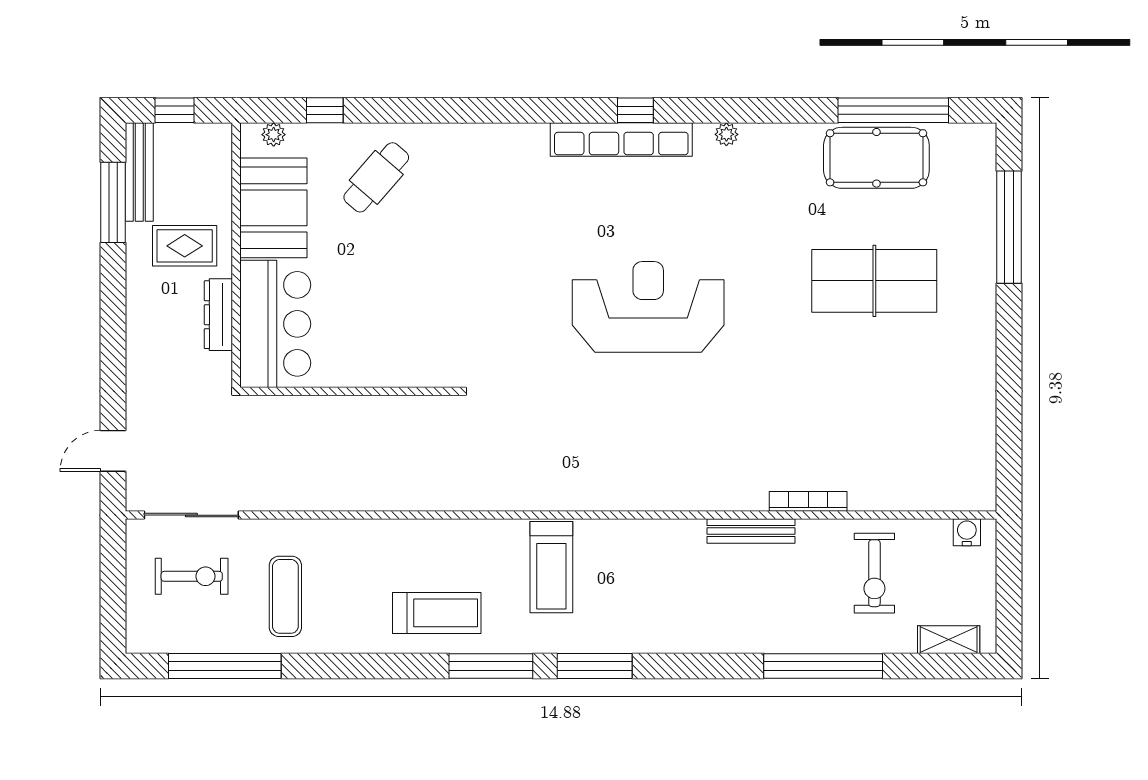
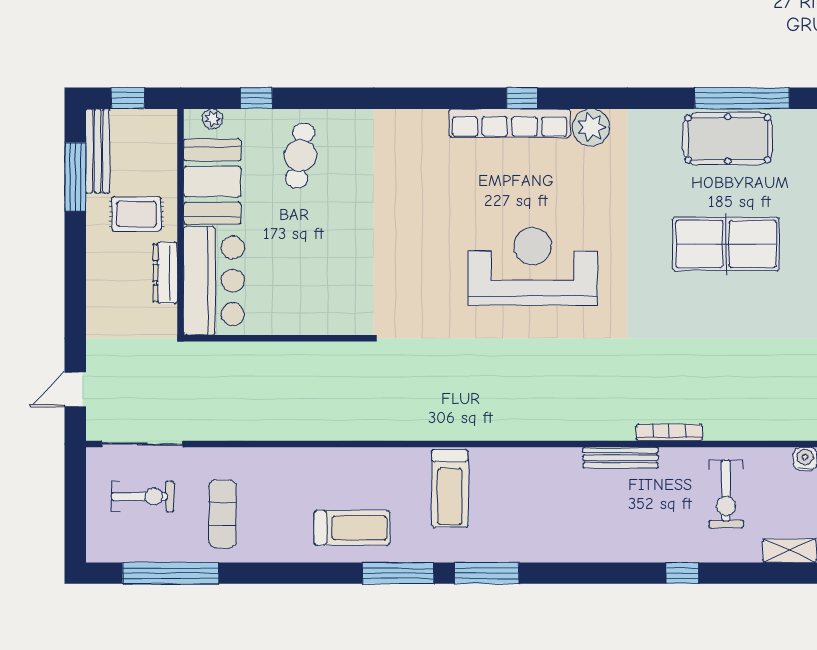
plant: (726, 134) -> (591, 127), width x1.88, depth x1.88
cafe table: (376, 177) -> (300, 155), turned -32
window: (823, 666) -> (682, 573), width x0.32

